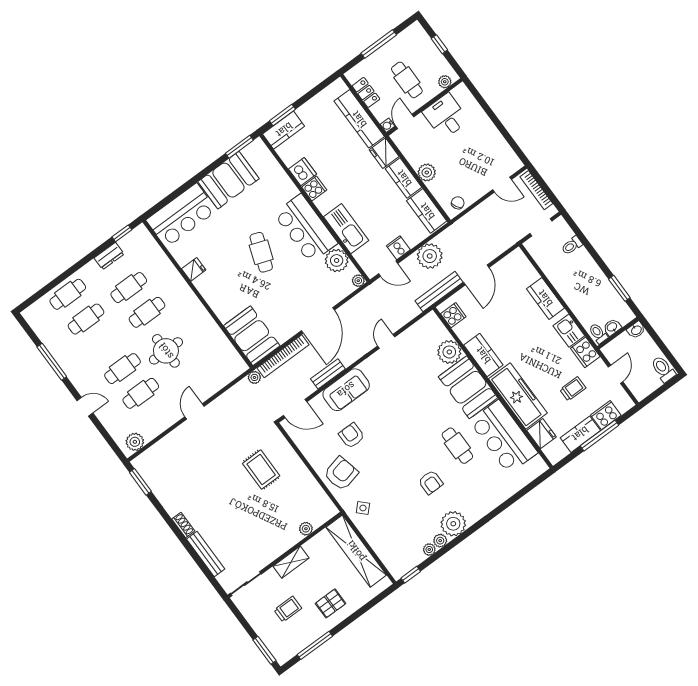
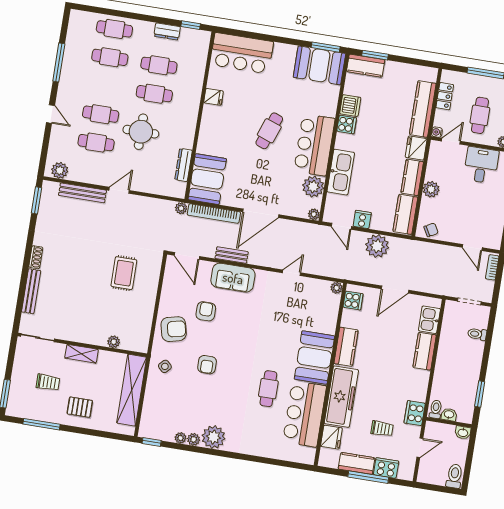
booth: (228, 180) -> (319, 65), moved
bookcase: (536, 190) -> (492, 267), width x0.64
bench: (439, 291) -> (82, 193), moved
kitchen sink: (569, 331) -> (429, 320), moved
dresser: (223, 343) -> (184, 165), added
plant: (449, 352) -> (337, 288), moved, width x0.53, depth x0.53
armchair: (431, 482) -> (207, 365), moved

